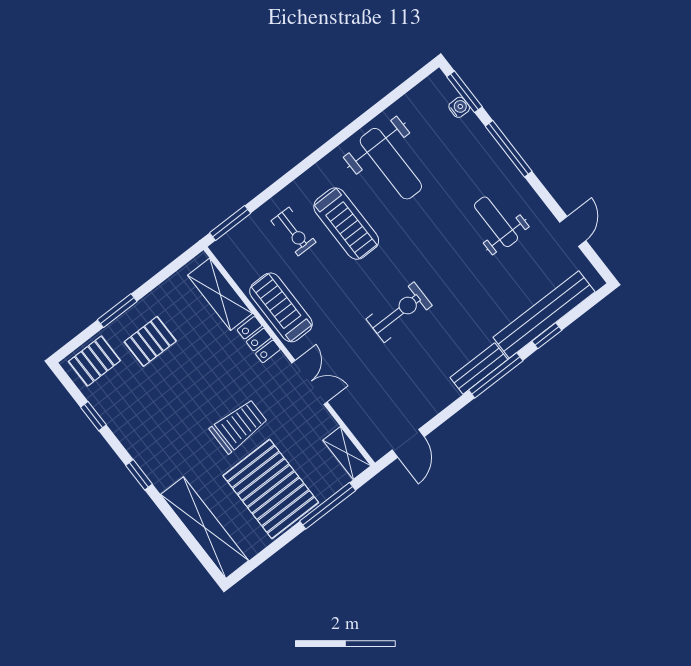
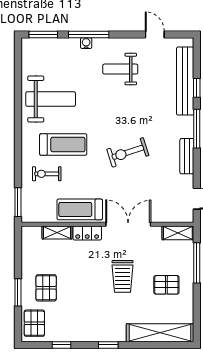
water cooler: (459, 107) -> (86, 43), moved
exercise bike: (294, 231) -> (47, 174), turned 180
shelving: (220, 294) -> (57, 232), width x0.67, depth x0.75
exercise bike: (399, 312) -> (128, 152), turned -108
bench: (479, 368) -> (187, 156), moved
double door: (309, 382) -> (128, 224), width x1.37
trolley: (239, 426) -> (123, 276), turned 180
pallet: (271, 489) -> (166, 285), width x0.49, depth x0.50

